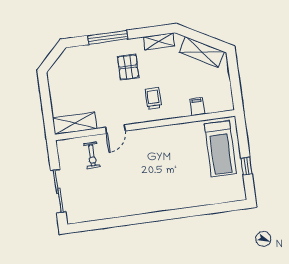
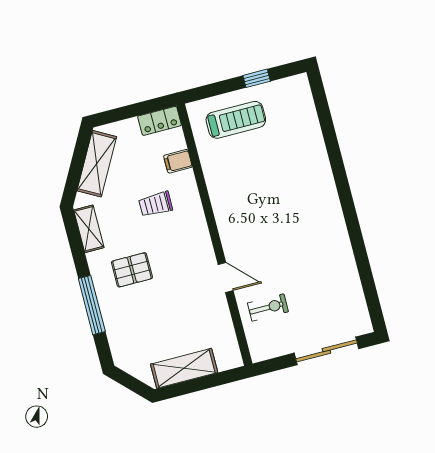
locker: (226, 97) -> (159, 121), added
trolley: (153, 98) -> (156, 204), moved
shelving: (75, 123) -> (184, 368), moved, turned 90
treadmill: (220, 149) -> (236, 120), width x0.73, depth x0.73

